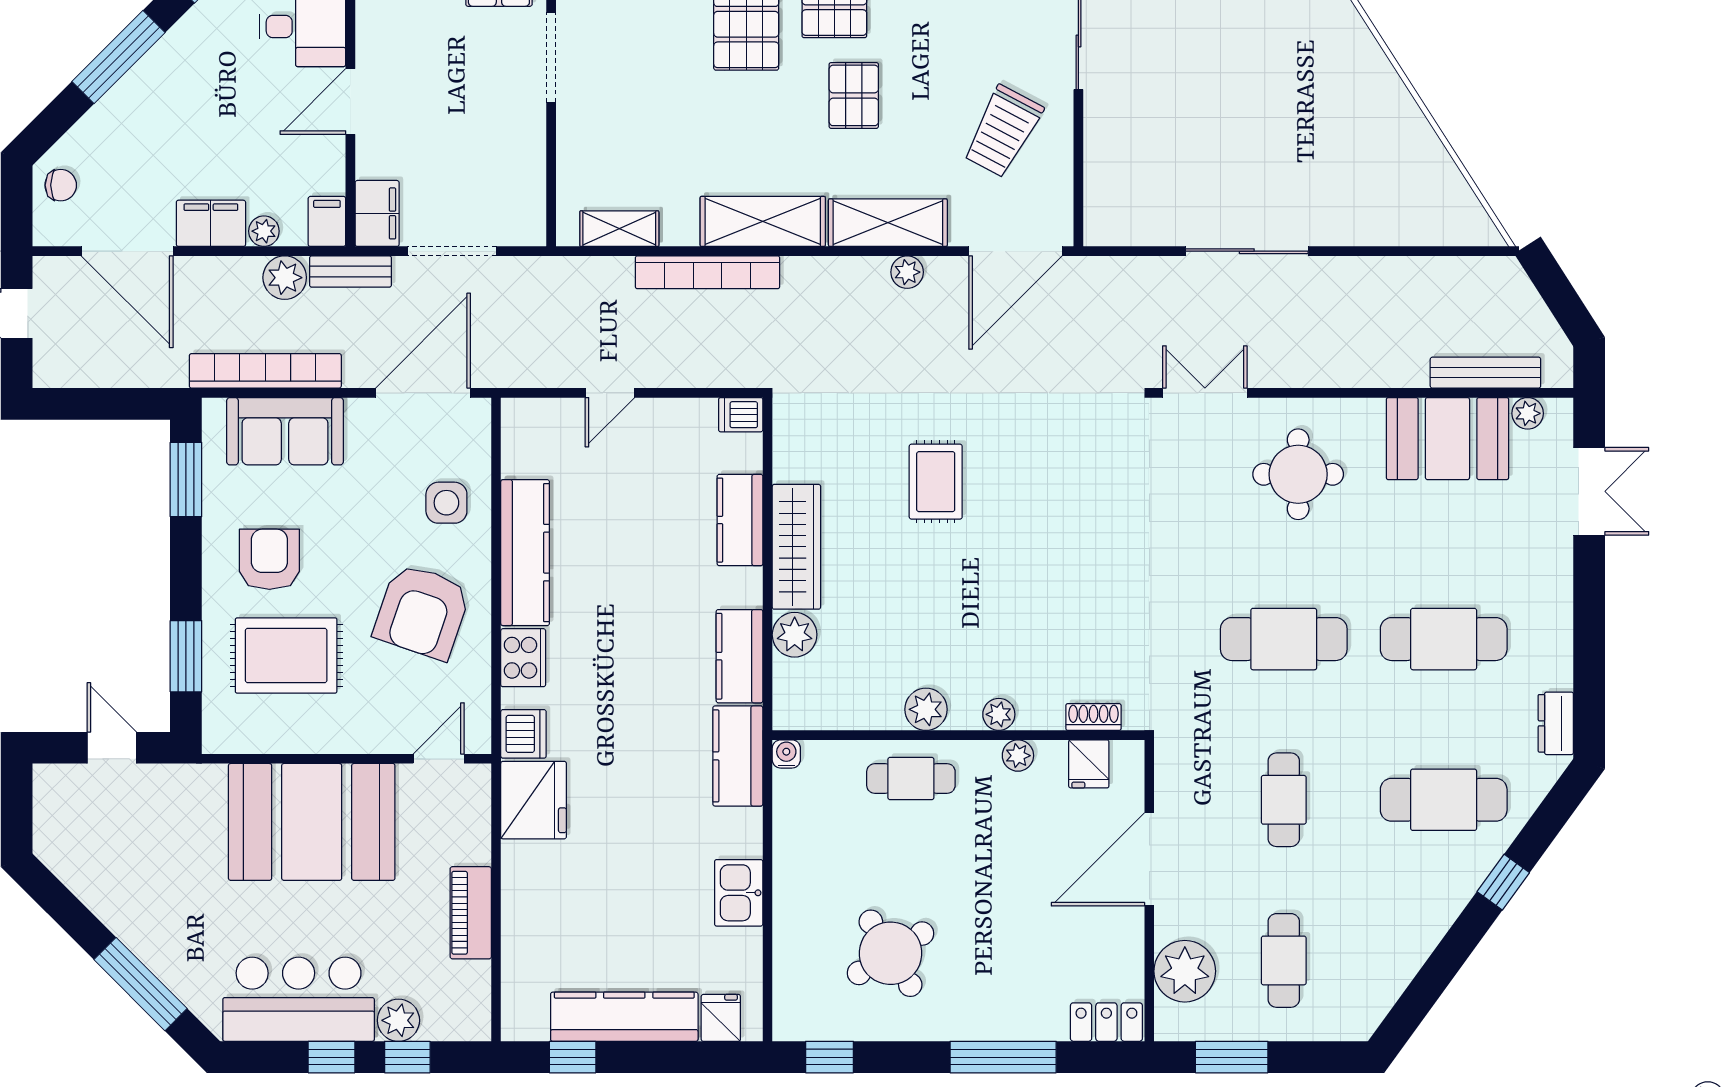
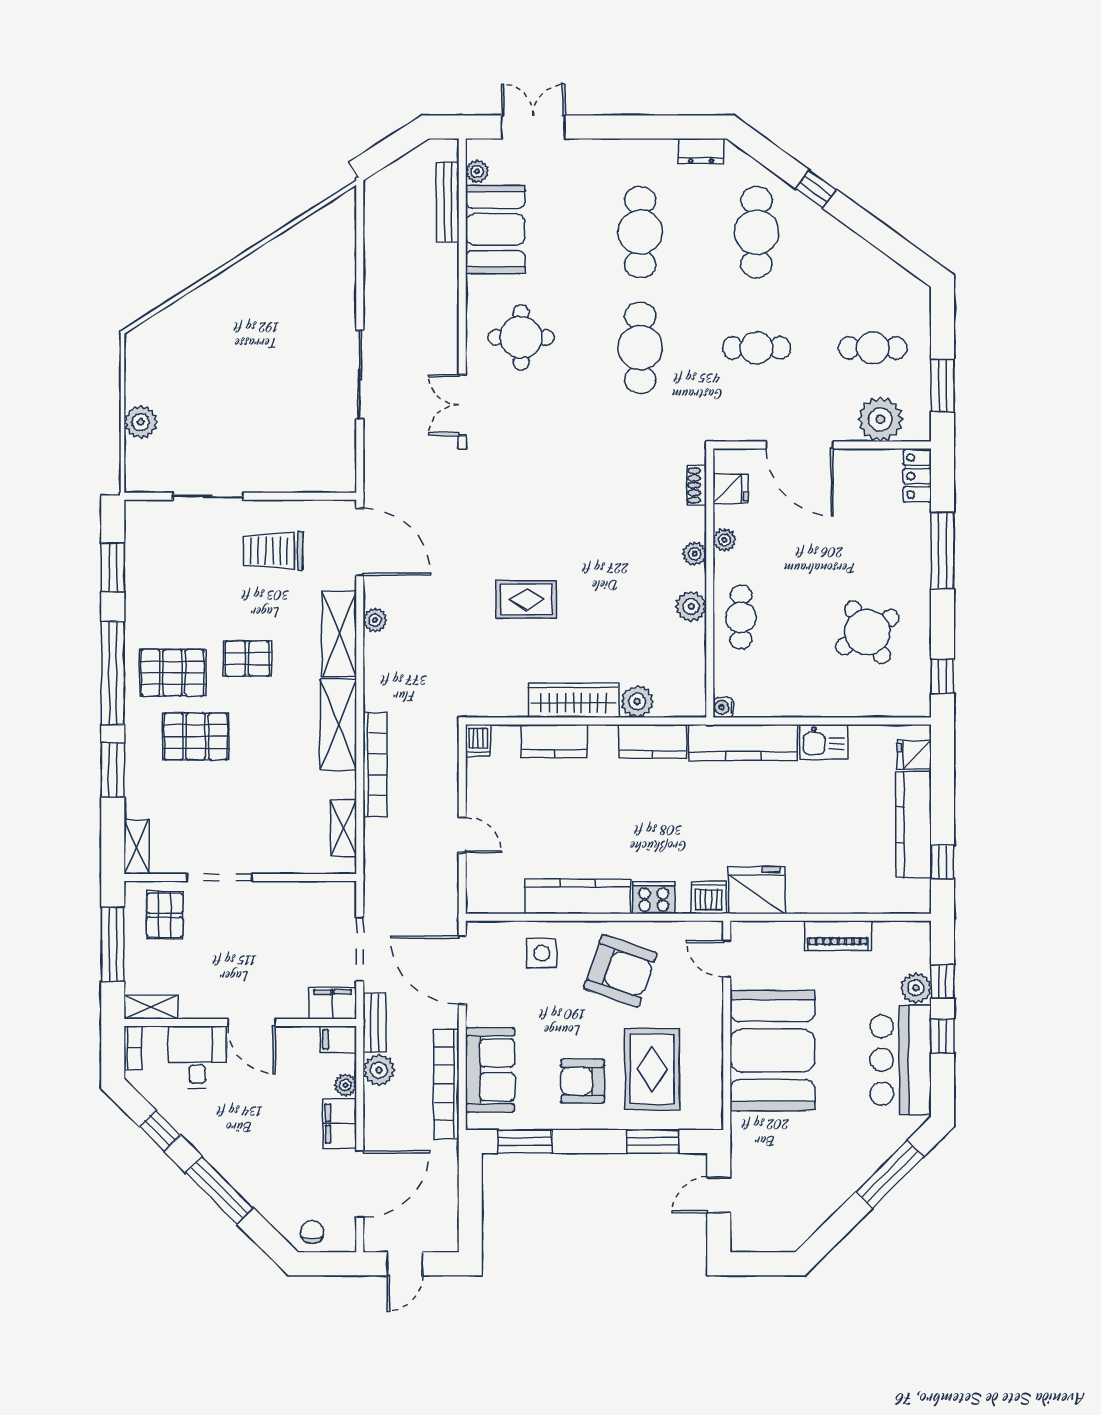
trolley: (1003, 131) -> (273, 551), turned 152
kitchen counter: (738, 756) -> (743, 743), width x1.50

